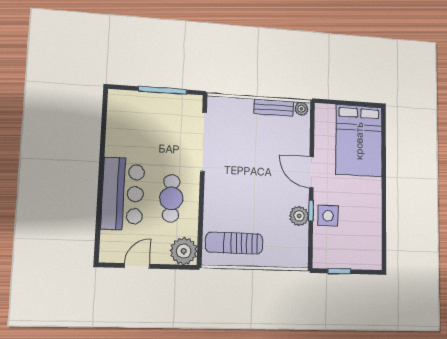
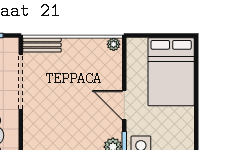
bench: (274, 108) -> (42, 45), moved

